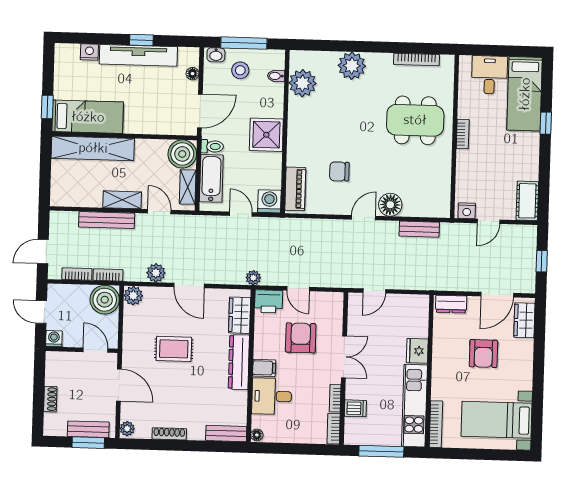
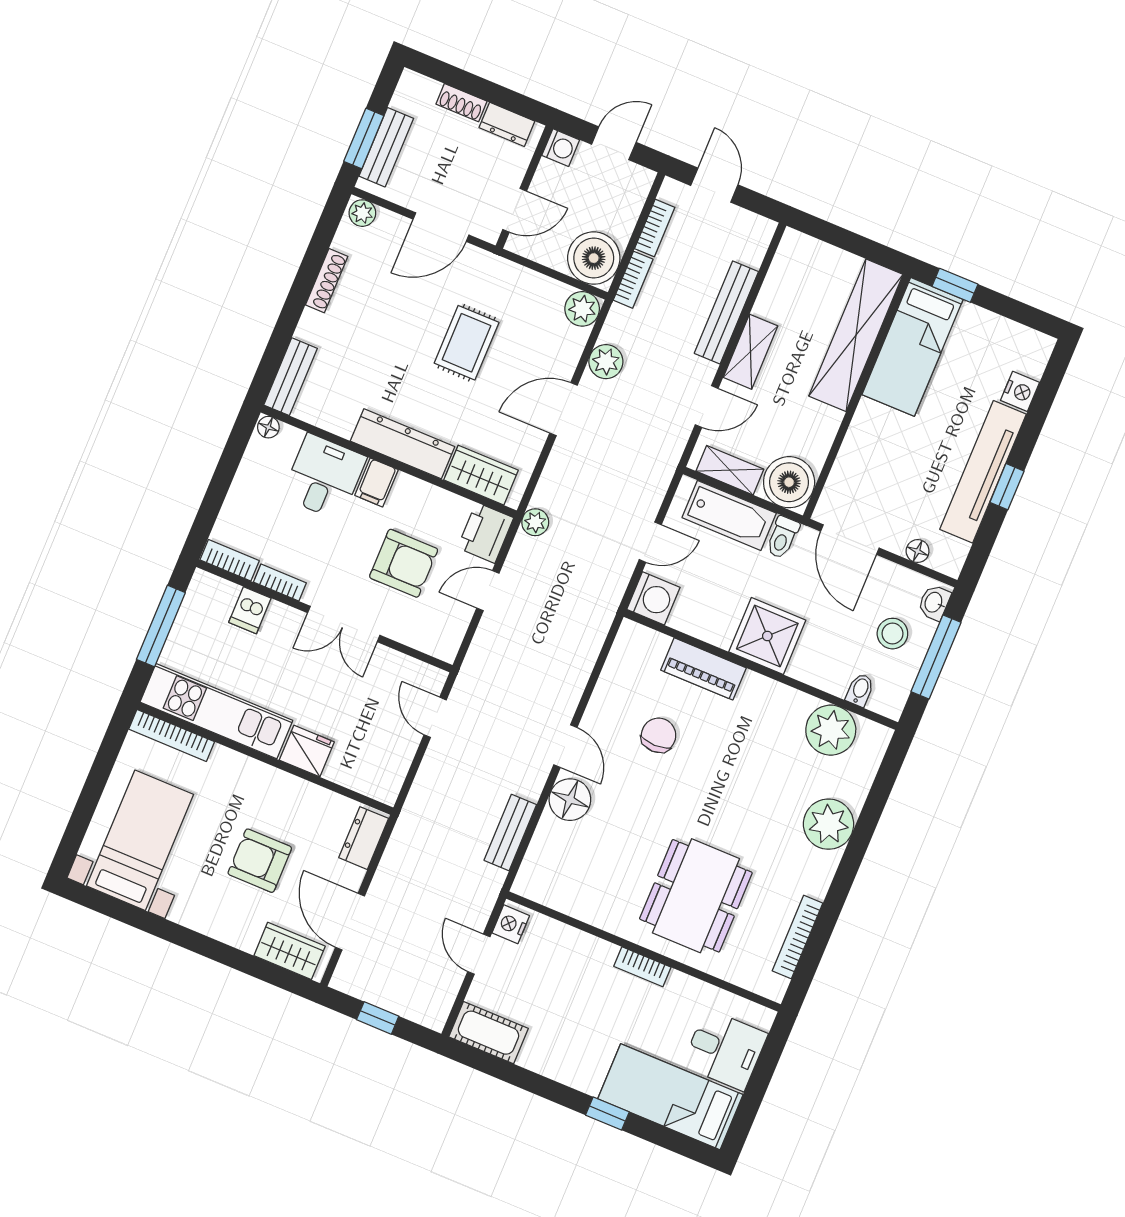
piano: (295, 189) -> (703, 669), moved
dresser: (52, 371) -> (507, 124), added

